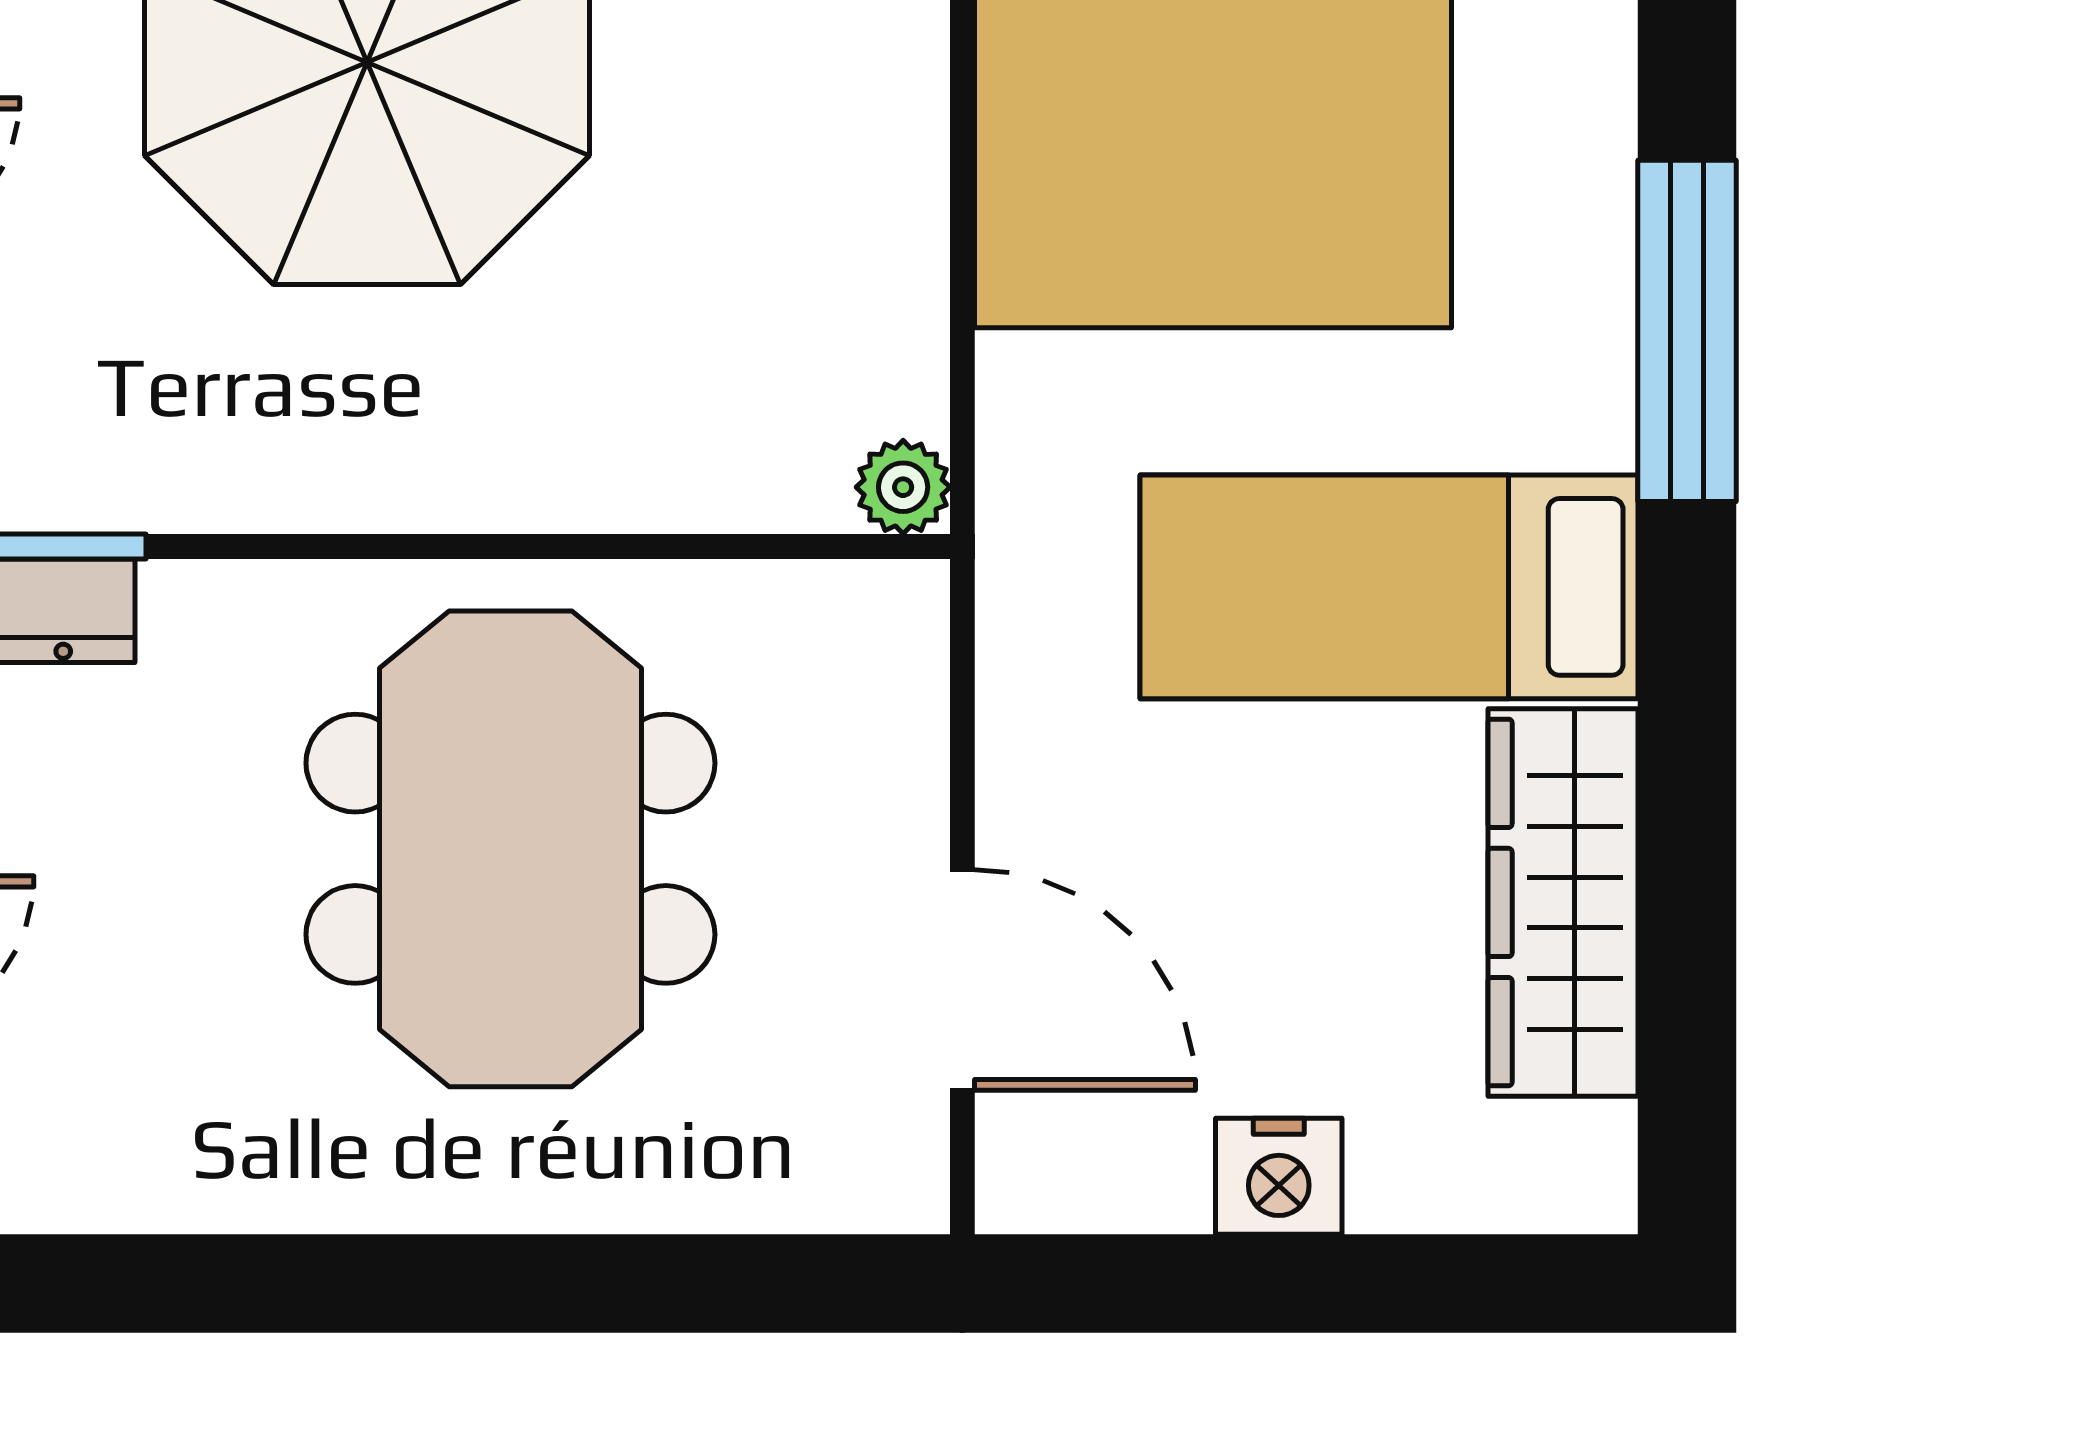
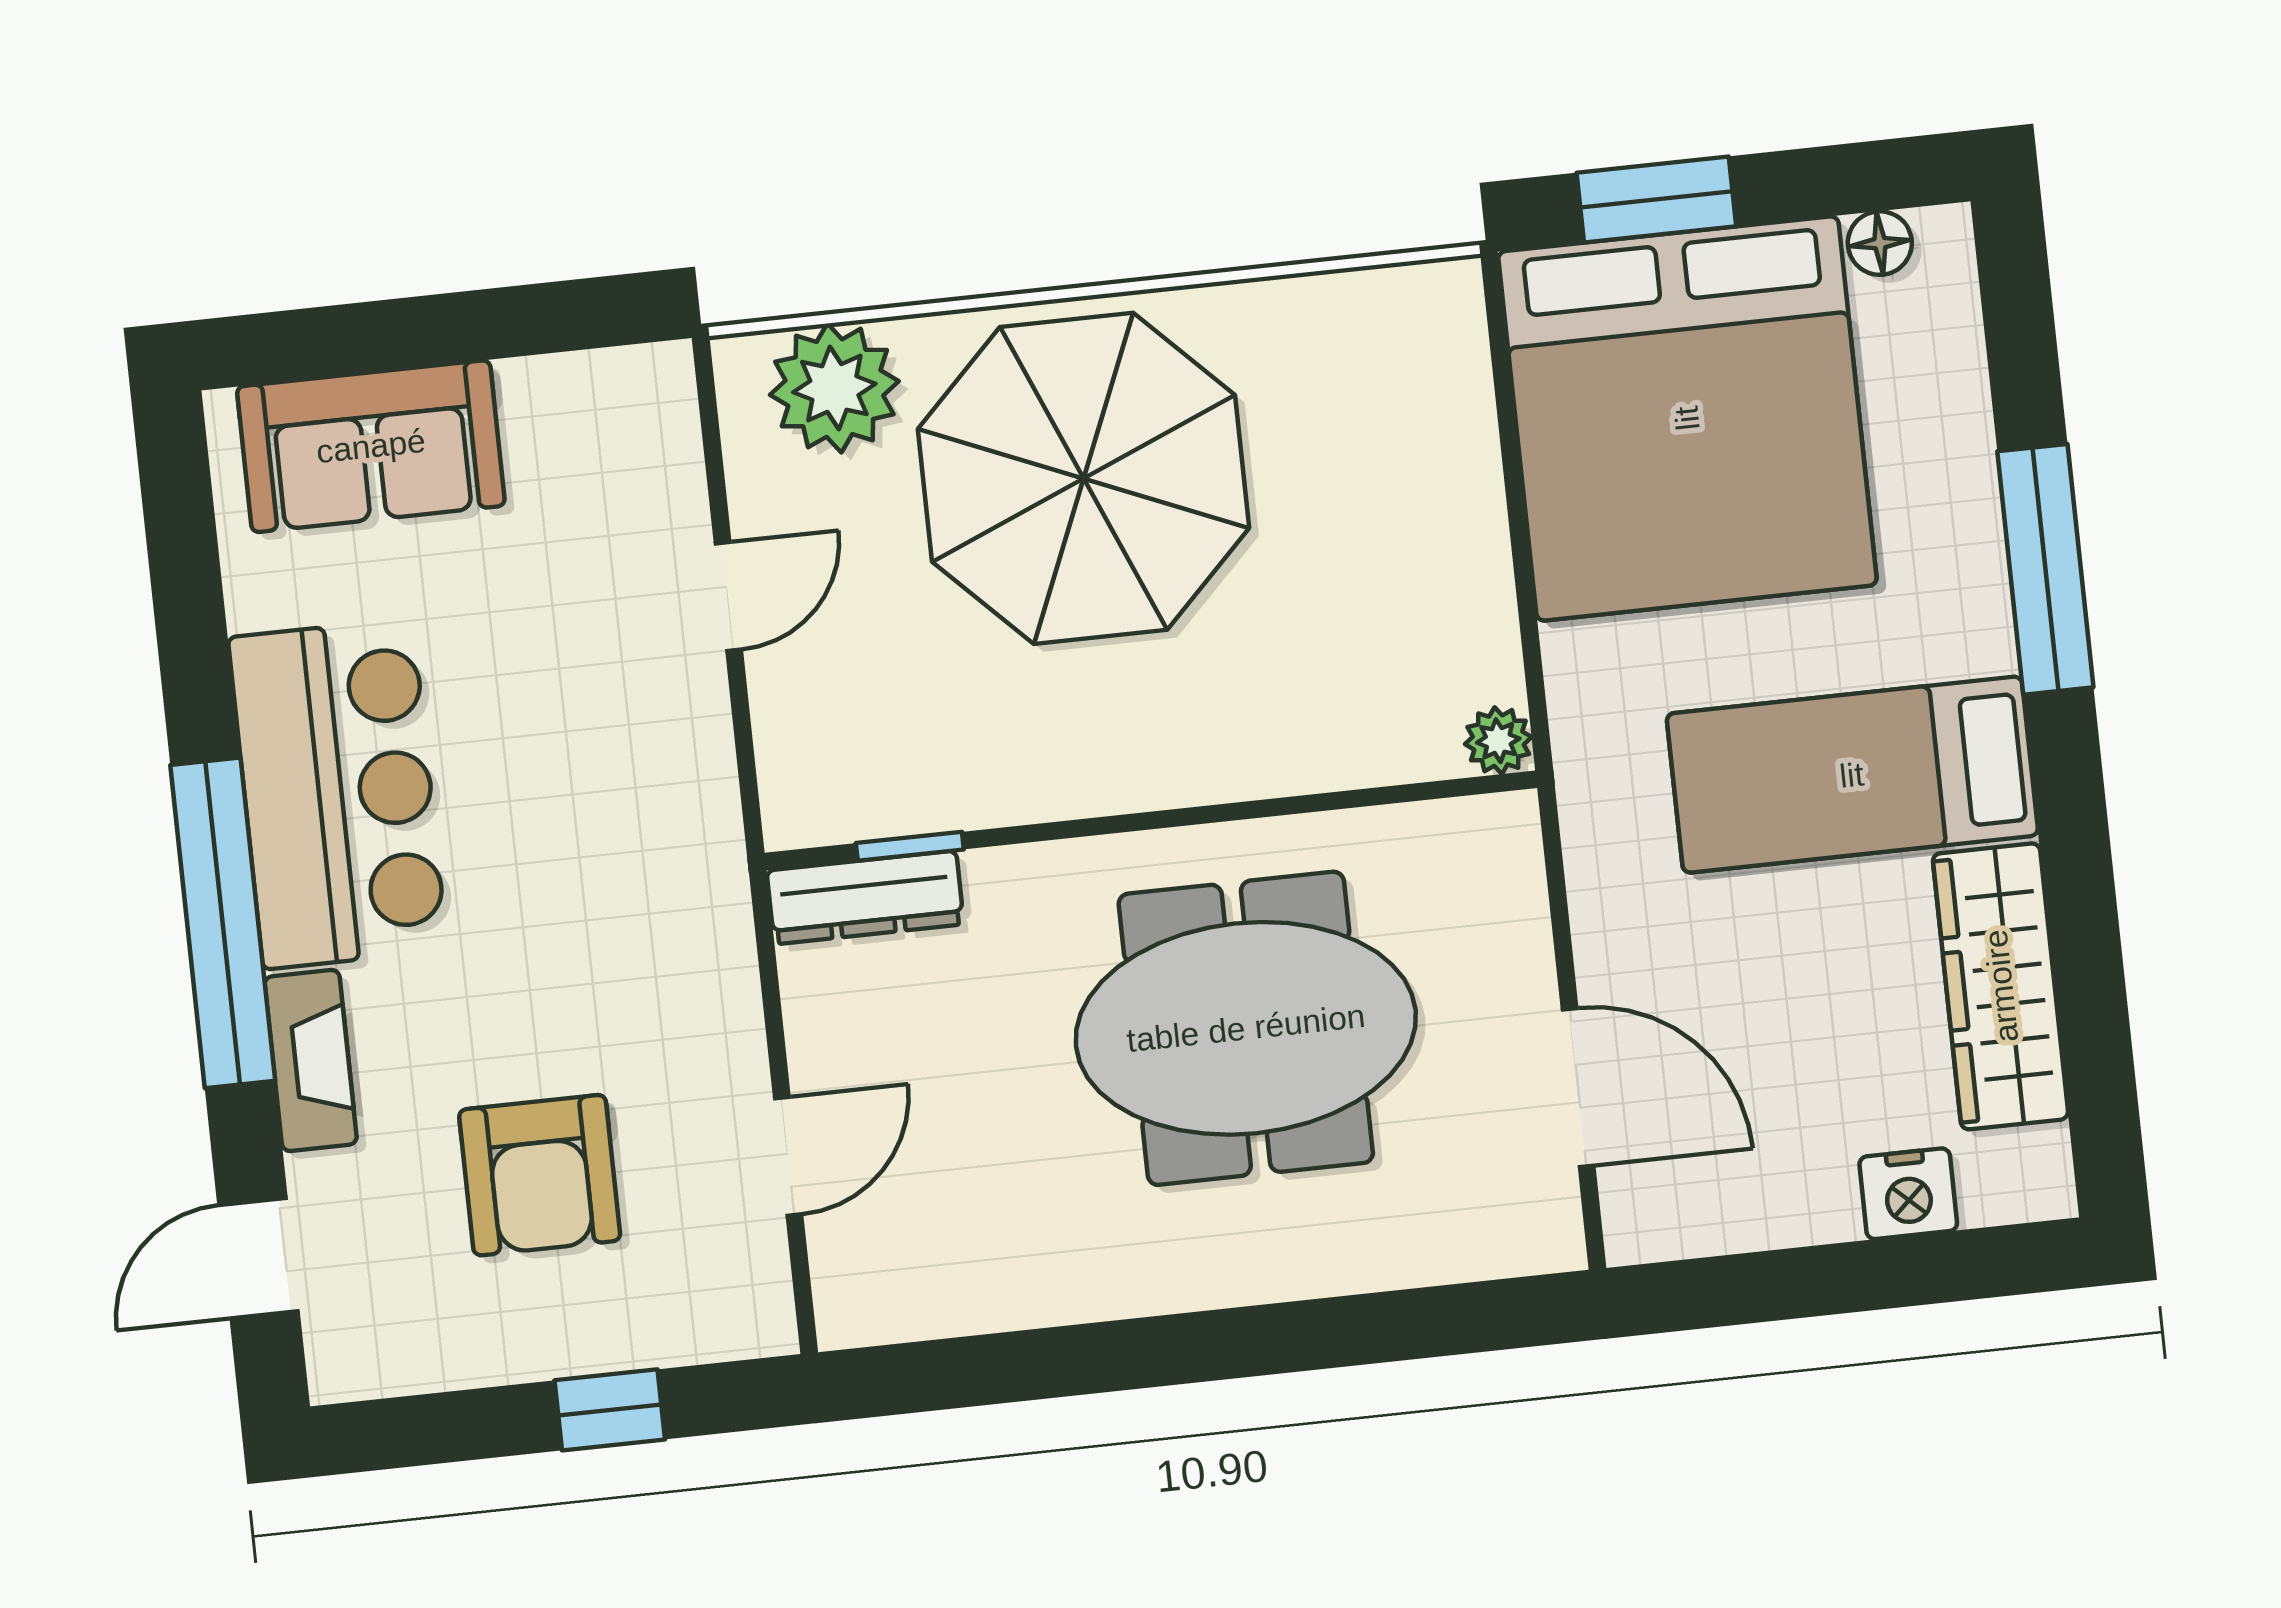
meeting table: (510, 849) -> (1246, 1028), turned 90
nightstand: (1279, 1176) -> (1908, 1194), moved

